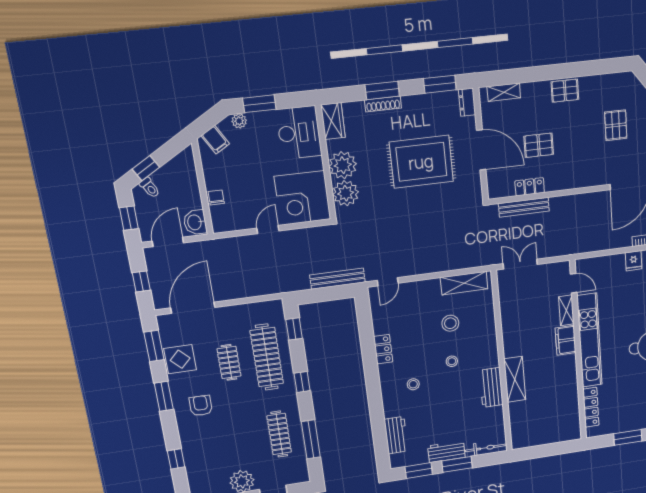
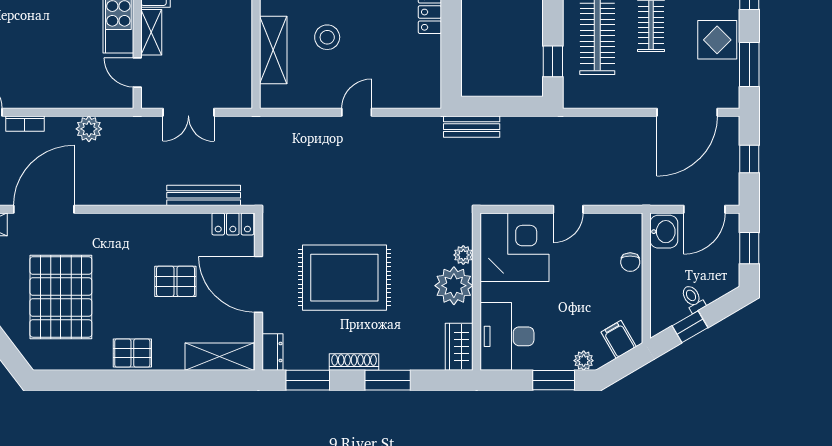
shelving: (504, 92) -> (220, 357), width x1.50, depth x1.33
shoe rack: (383, 104) -> (354, 362), moved
pallet: (616, 125) -> (61, 297), width x2.05, depth x2.00
window: (146, 168) -> (690, 327), moved
locker: (530, 187) -> (233, 224), moved
toilet: (150, 188) -> (693, 299), moved
plant: (346, 193) -> (463, 255), width x0.53, depth x0.53
plant: (603, 242) -> (89, 129), added
fridge: (634, 261) -> (44, 94), removed
double door: (520, 264) -> (188, 112), moved
bench: (337, 279) -> (472, 127), width x0.73
door: (388, 282) -> (357, 112), moved
shelving: (464, 283) -> (273, 50), moved, turned 90

